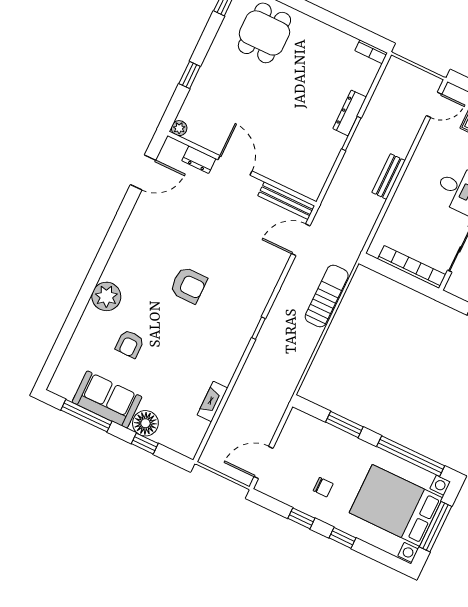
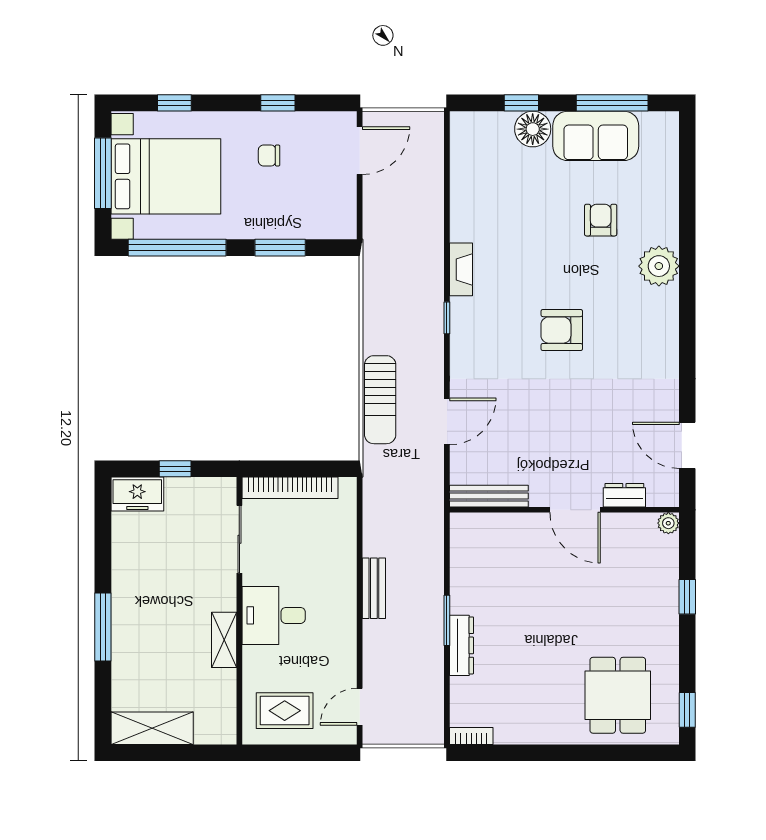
door: (143, 172) -> (687, 445), hinge flipped
door: (301, 240) -> (447, 421), moved
fireplace: (212, 402) -> (461, 269), moved
window: (342, 538) -> (174, 103), moved

